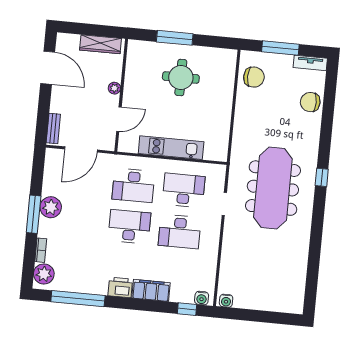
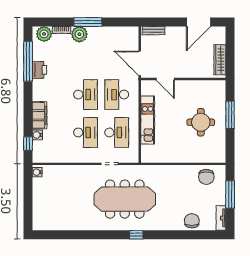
plant: (114, 88) -> (188, 73), removed
door: (81, 149) -> (140, 63), moved
plant: (51, 207) -> (79, 34), moved
desk: (180, 232) -> (86, 132), turned 180
printer: (120, 287) -> (39, 70), moved
water cooler: (202, 298) -> (37, 135), moved

